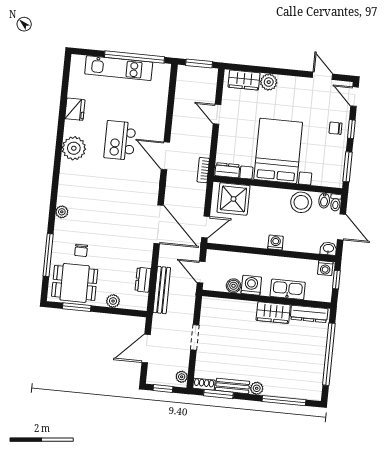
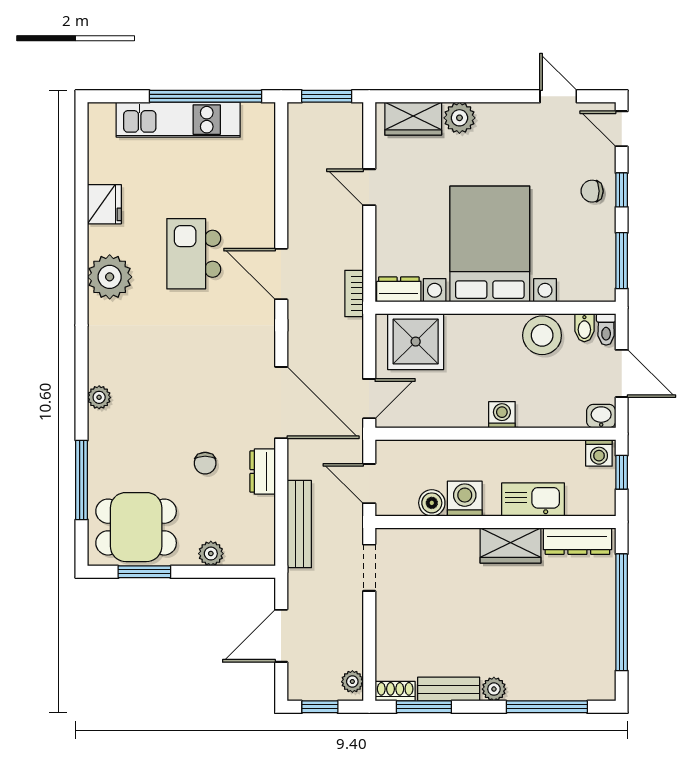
chair: (81, 250) -> (205, 463), moved
dresser: (143, 280) -> (263, 472), moved
doorway: (195, 337) -> (369, 568), moved

